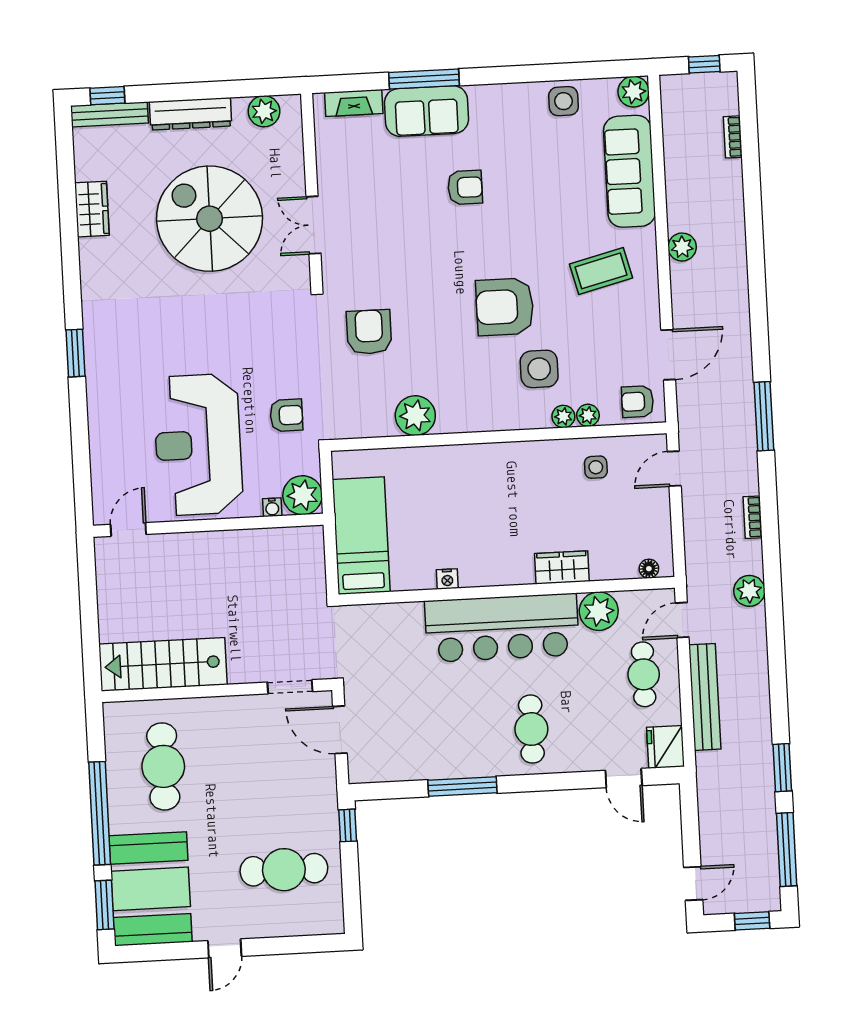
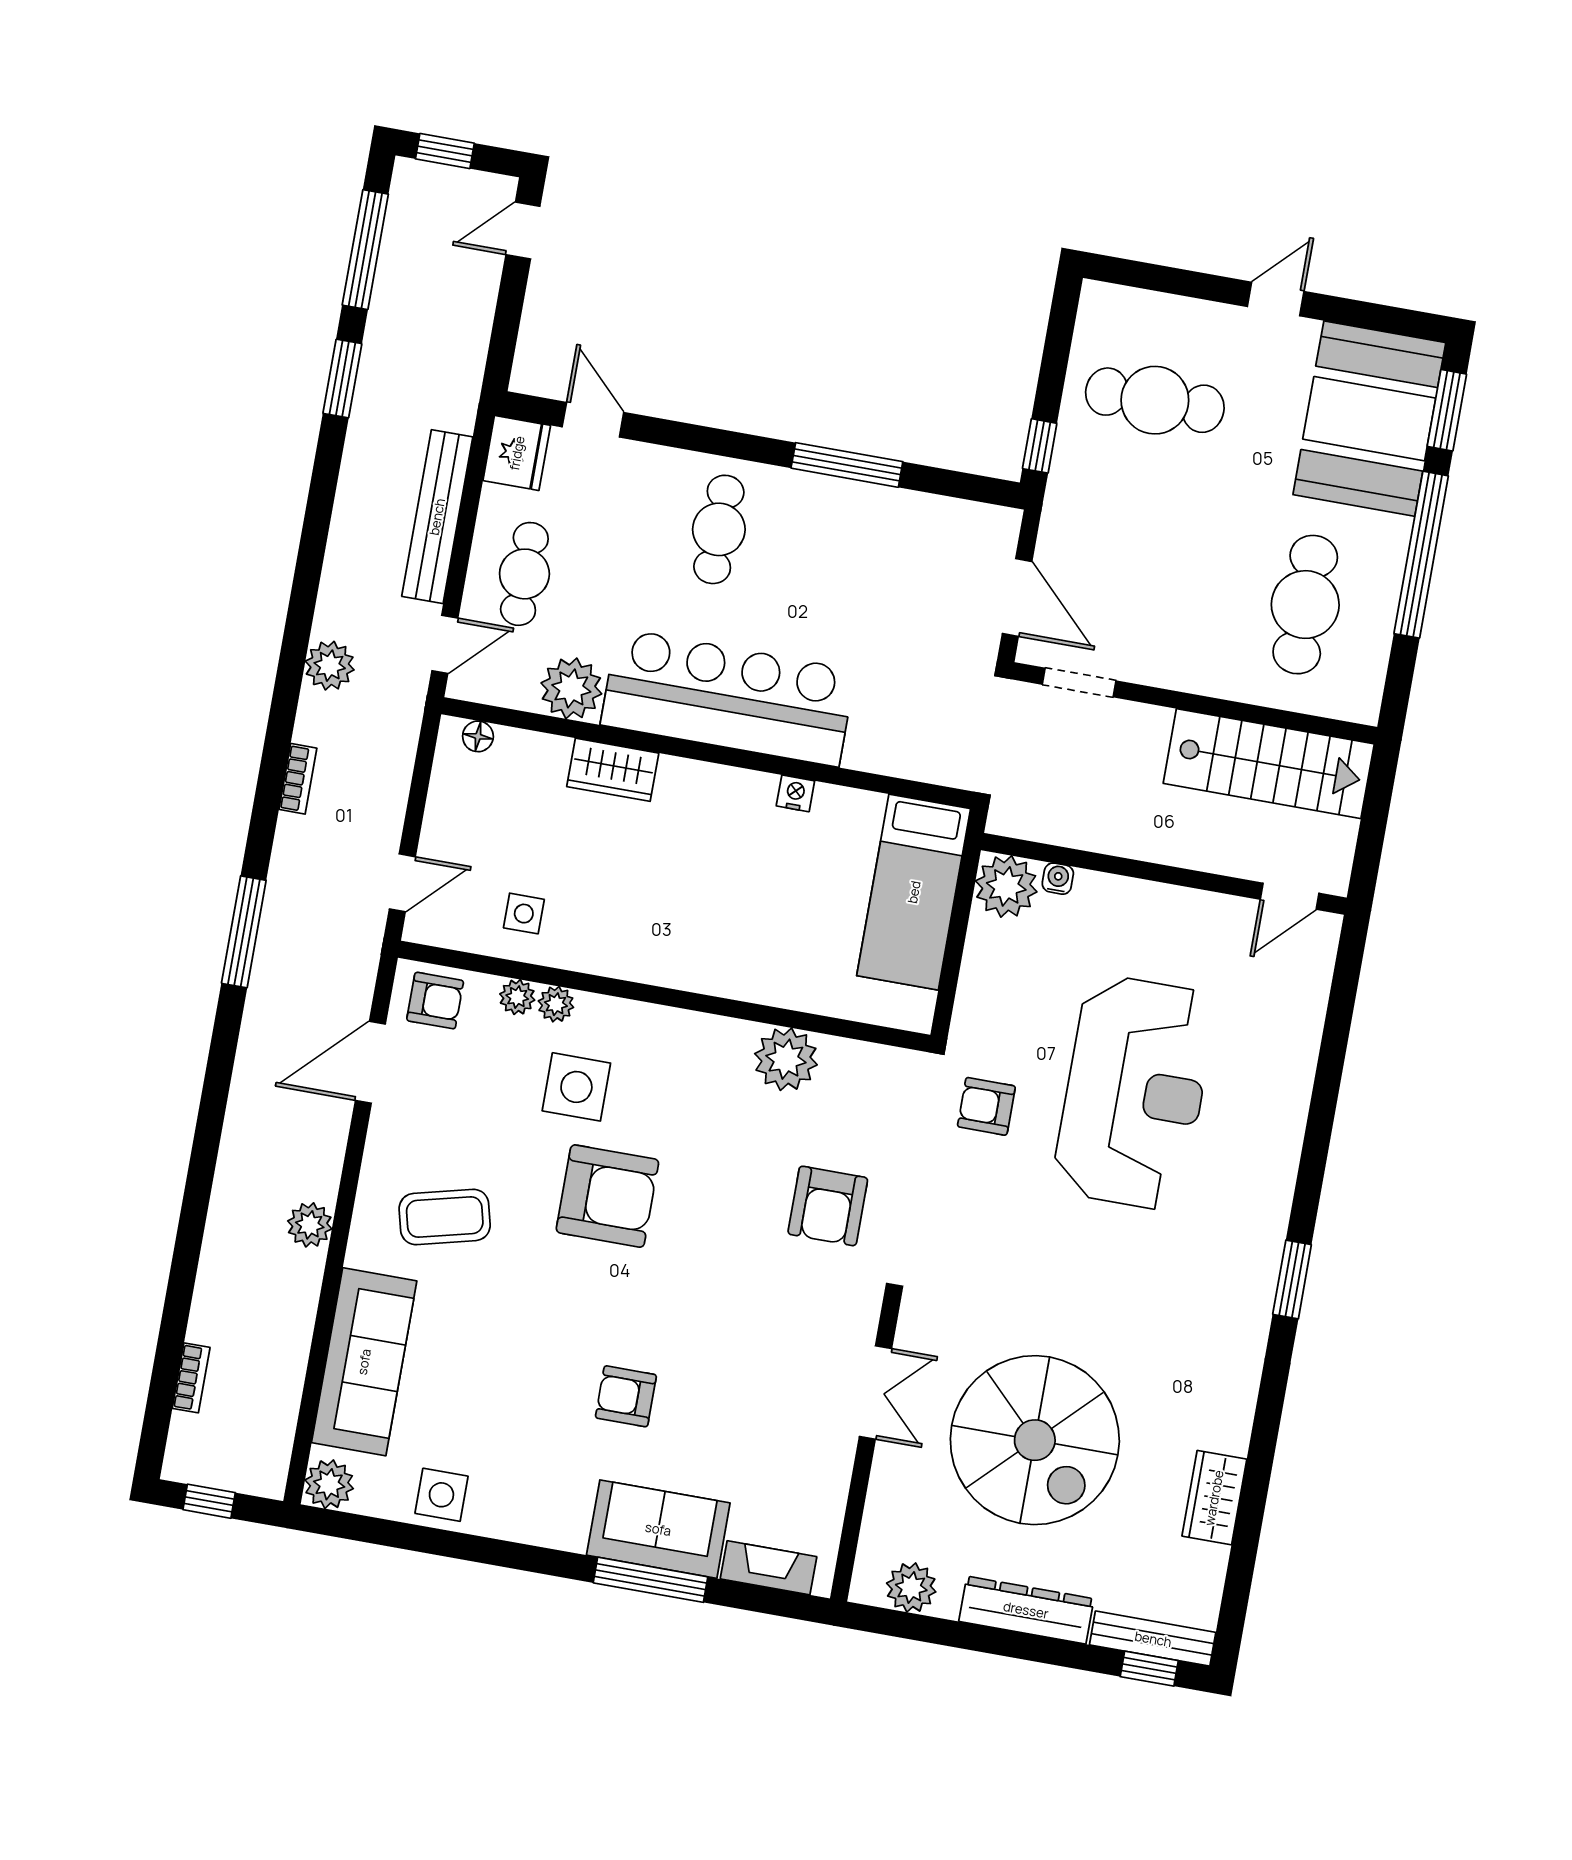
plant: (303, 495) -> (1006, 886), moved
water cooler: (272, 507) -> (1058, 879), moved
wall: (208, 525) -> (1164, 874), moved
door: (128, 529) -> (1290, 896), moved

